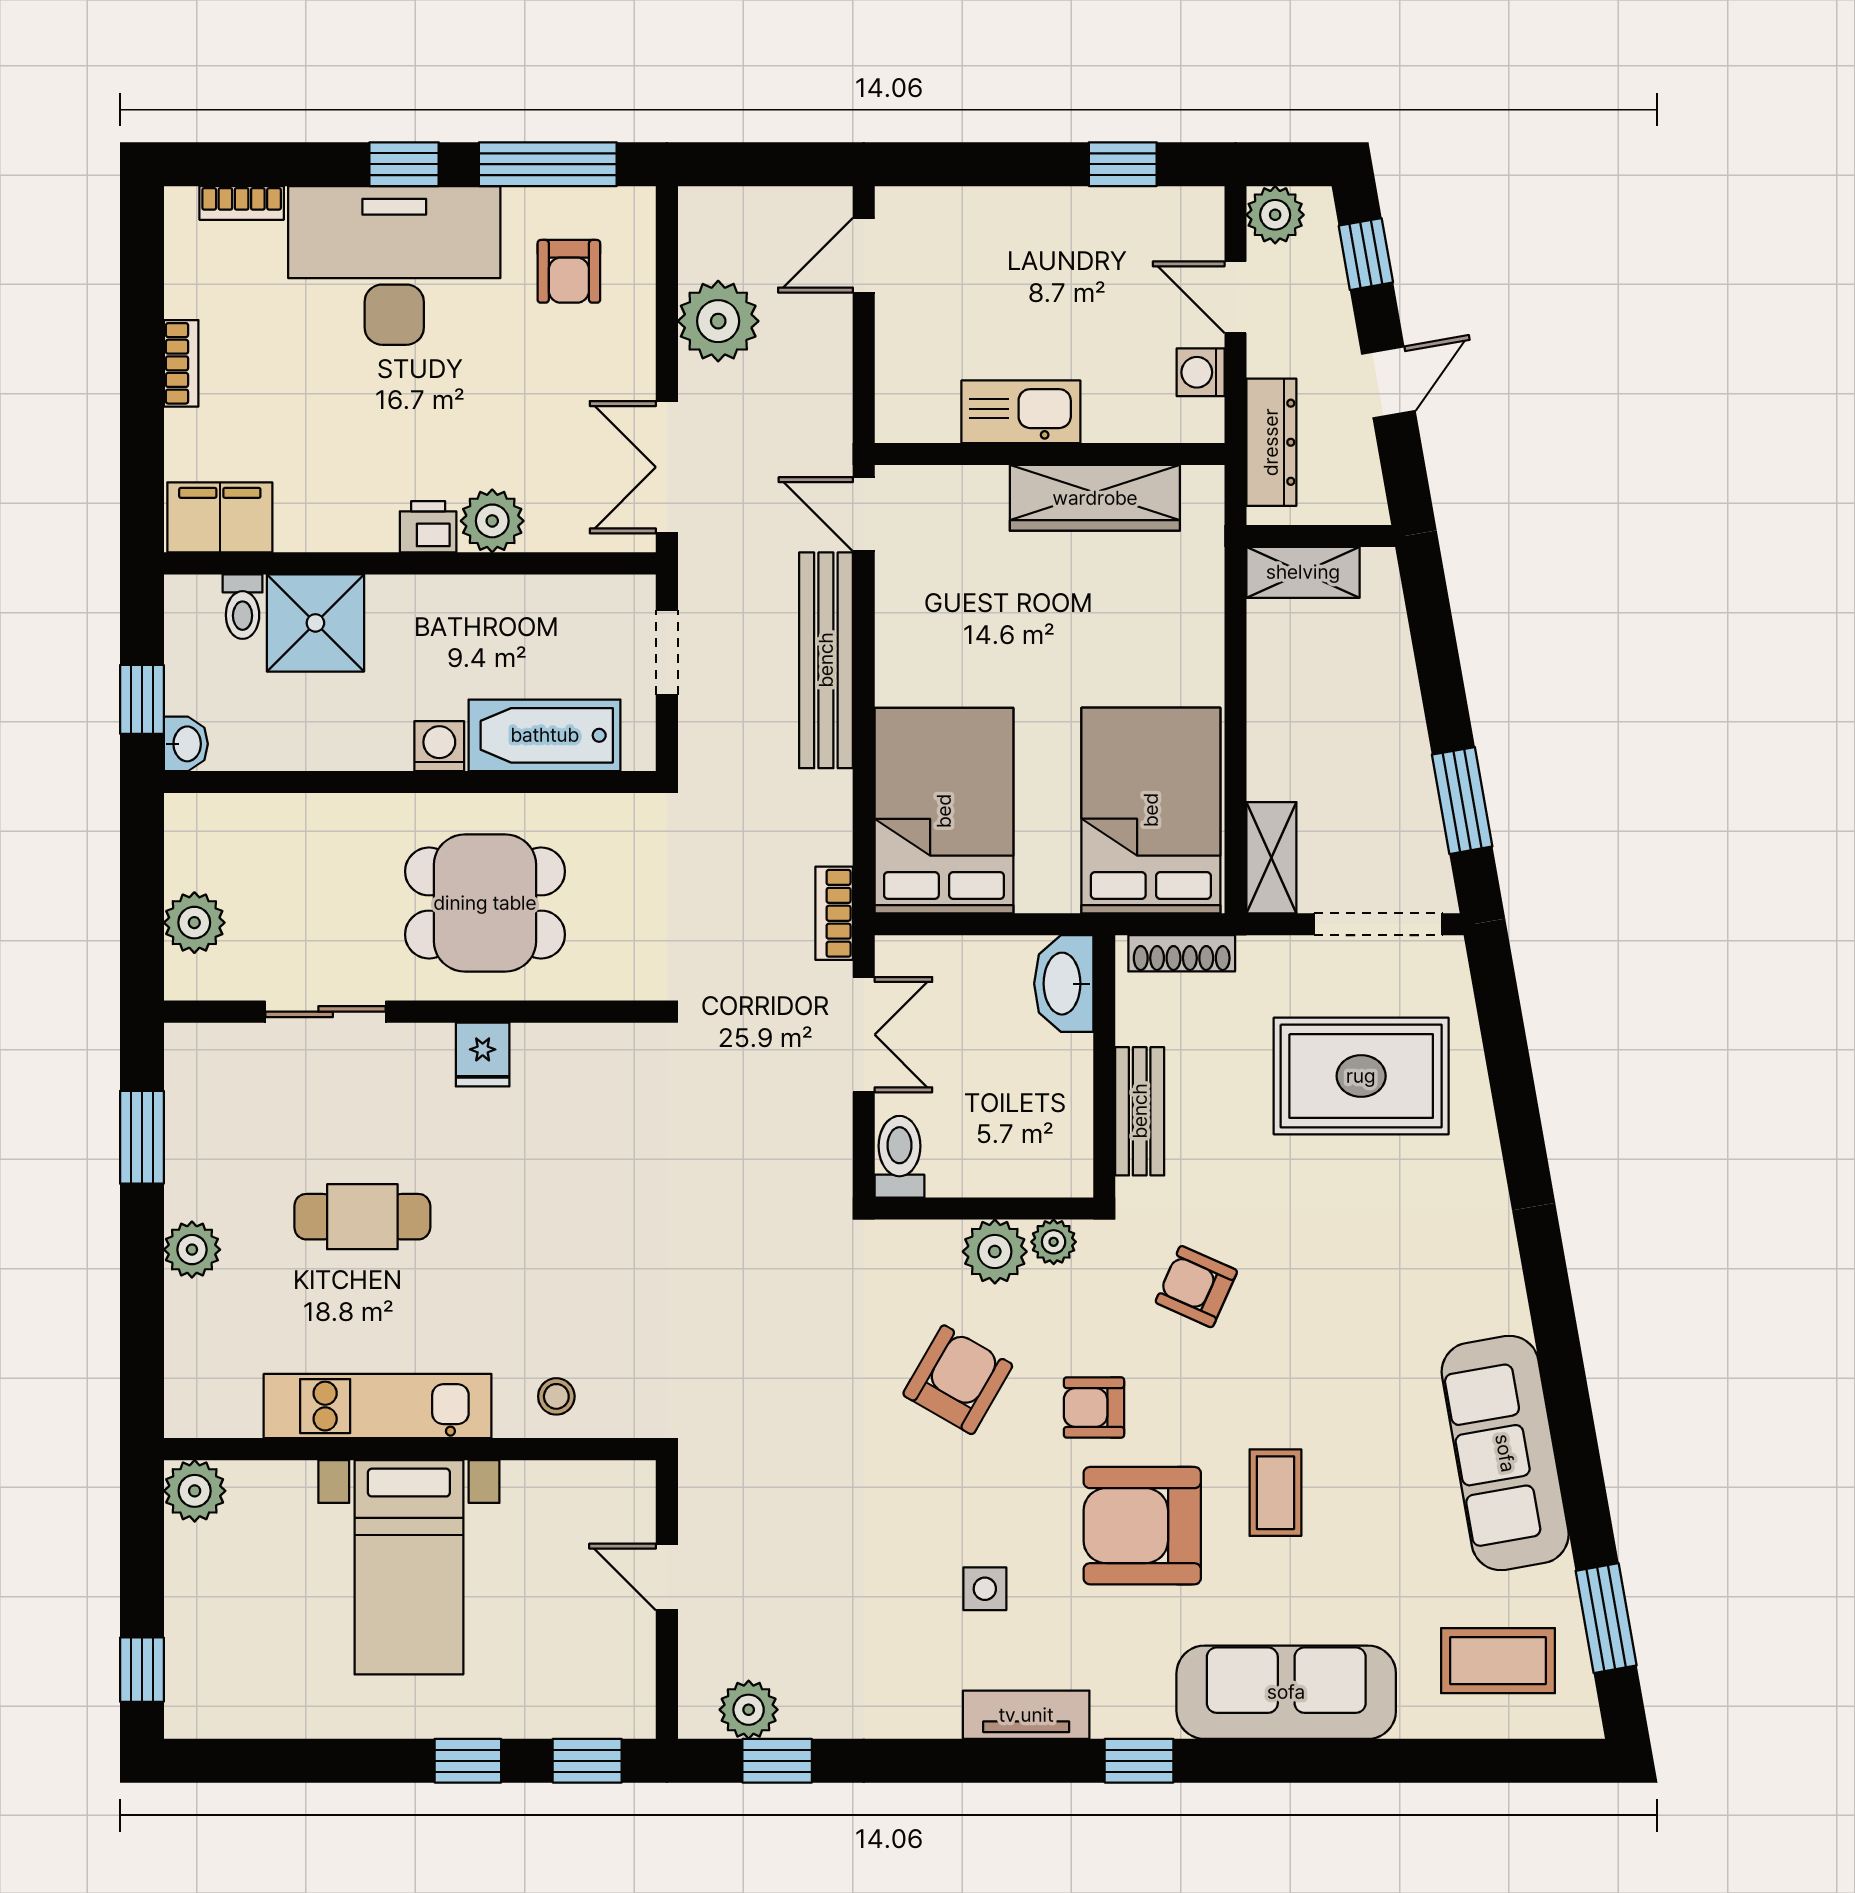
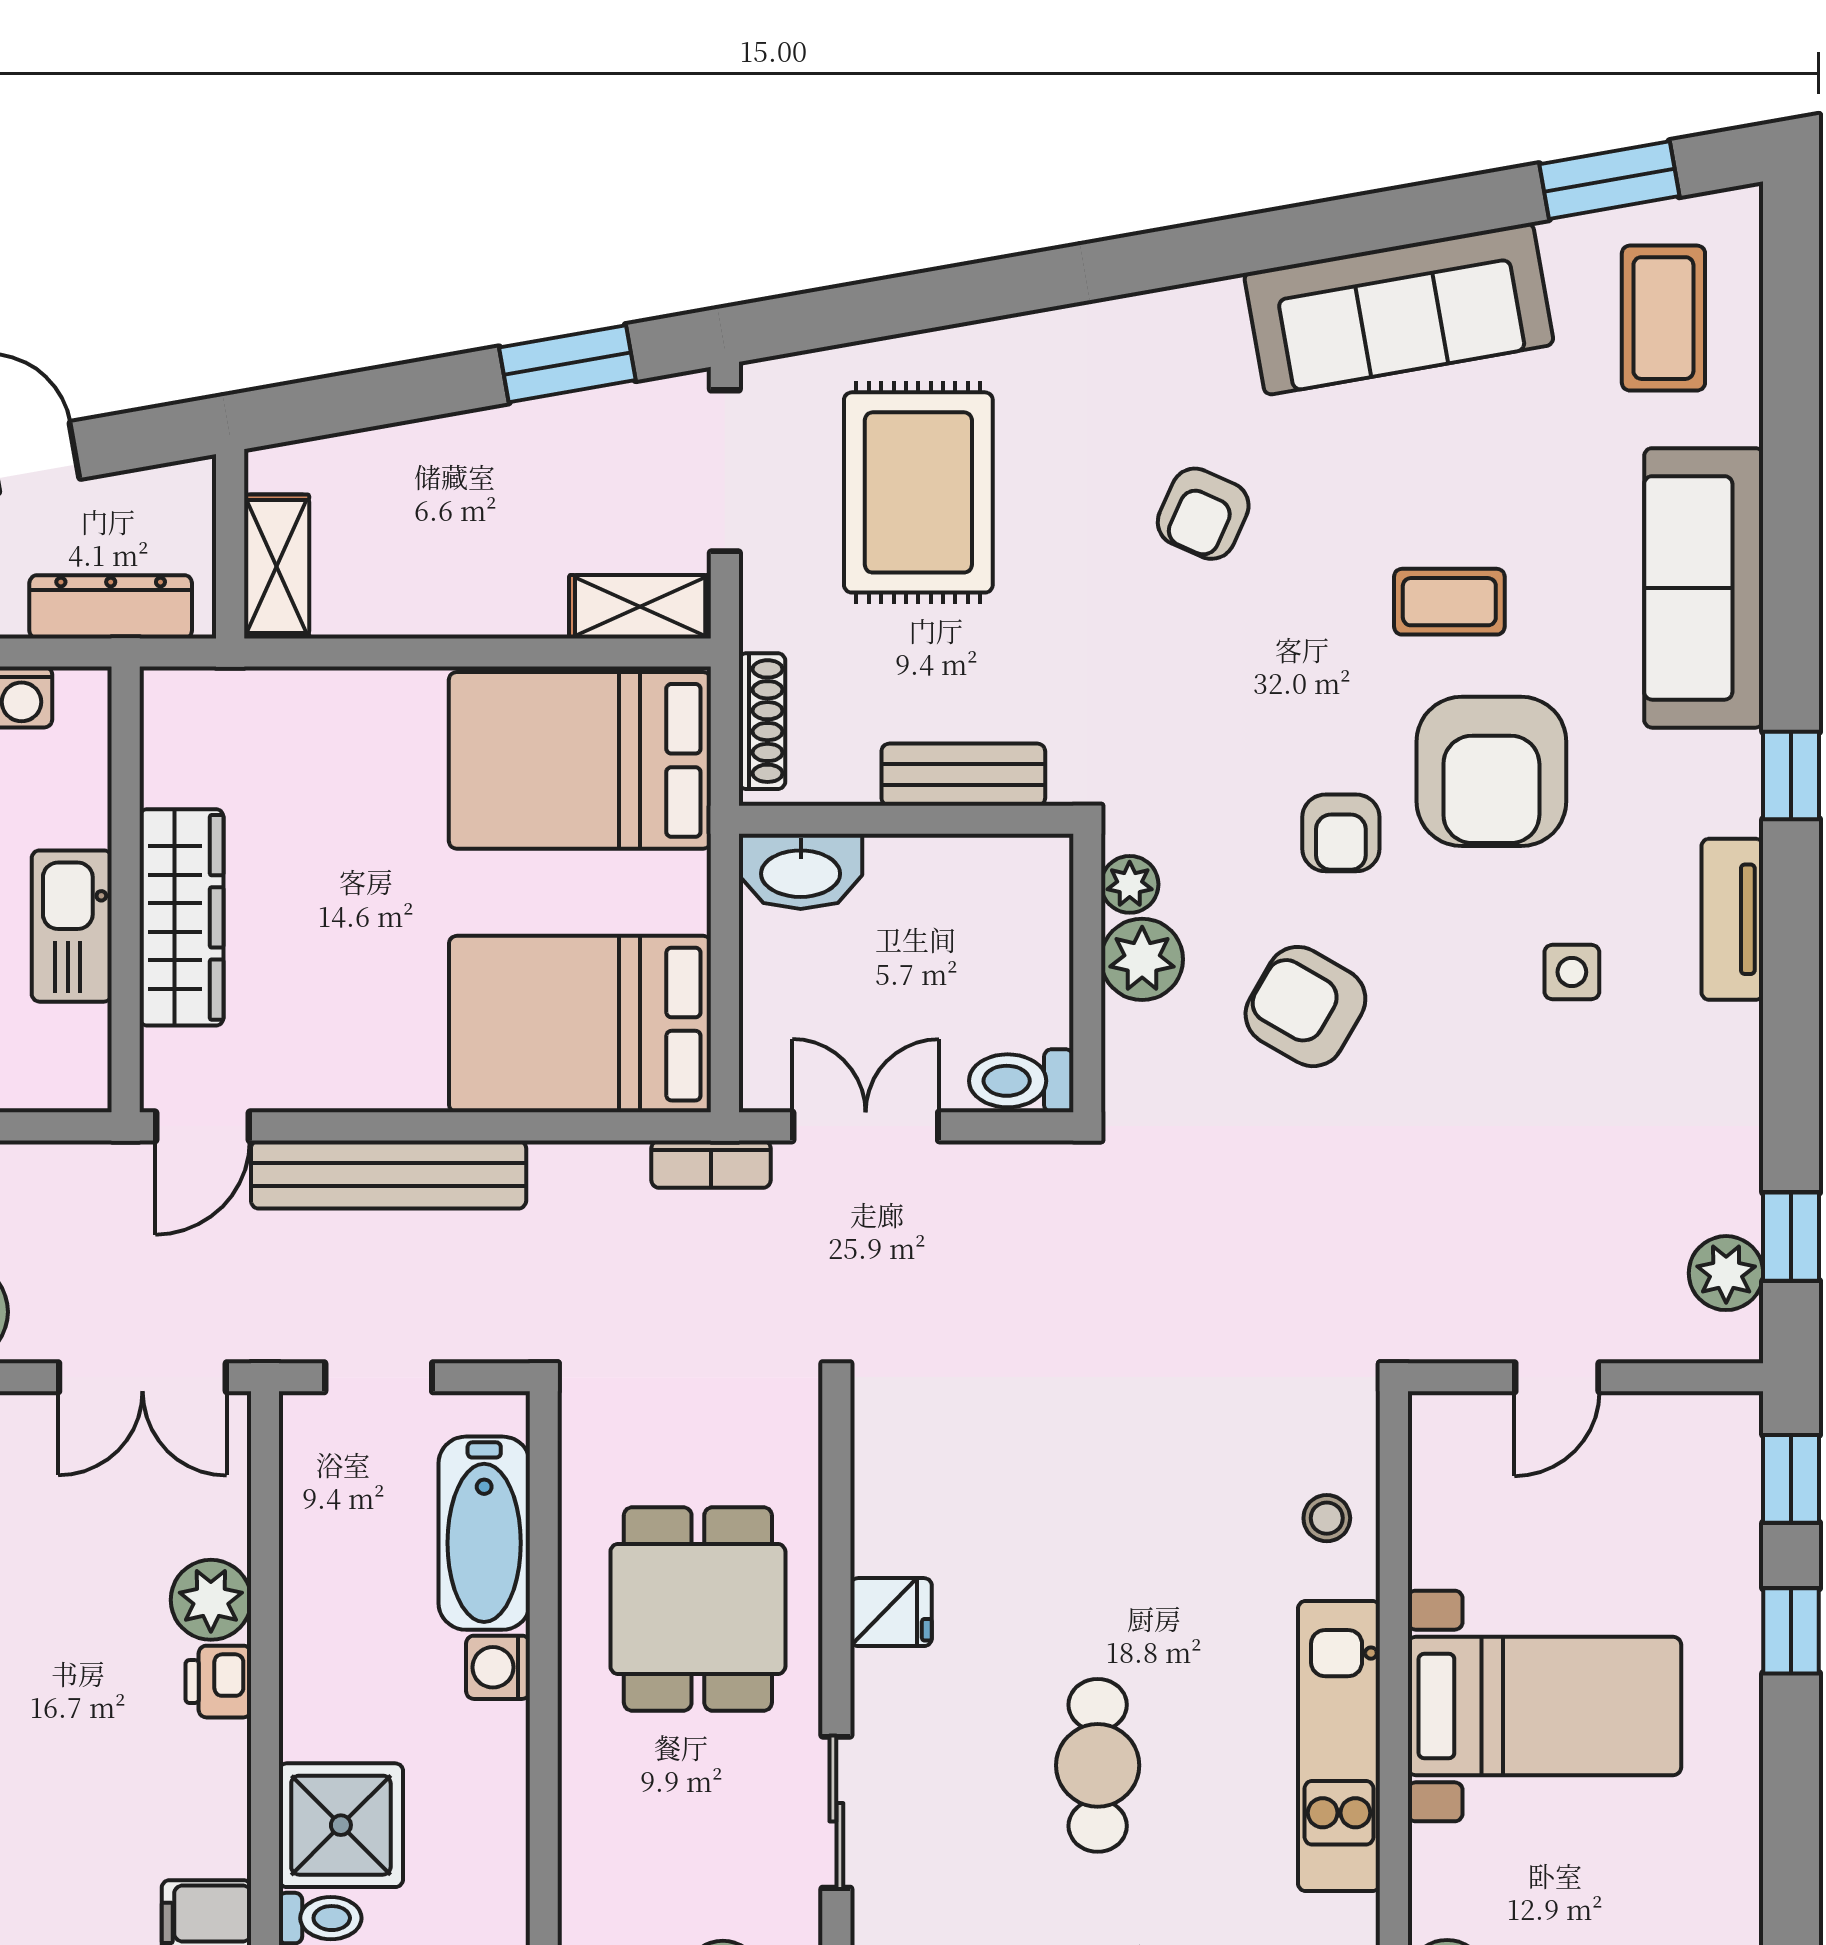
wardrobe: (1095, 498) -> (181, 917), moved
armchair: (1196, 1287) -> (1203, 514), moved

